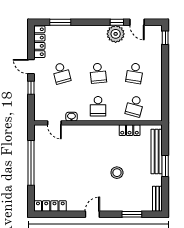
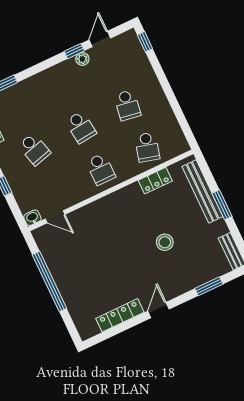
door: (137, 22) -> (100, 39), swing flipped
plant: (116, 34) -> (82, 59), width x0.53, depth x0.53
washbasin: (71, 117) -> (32, 218), moved
locker: (50, 206) -> (120, 315), moved

